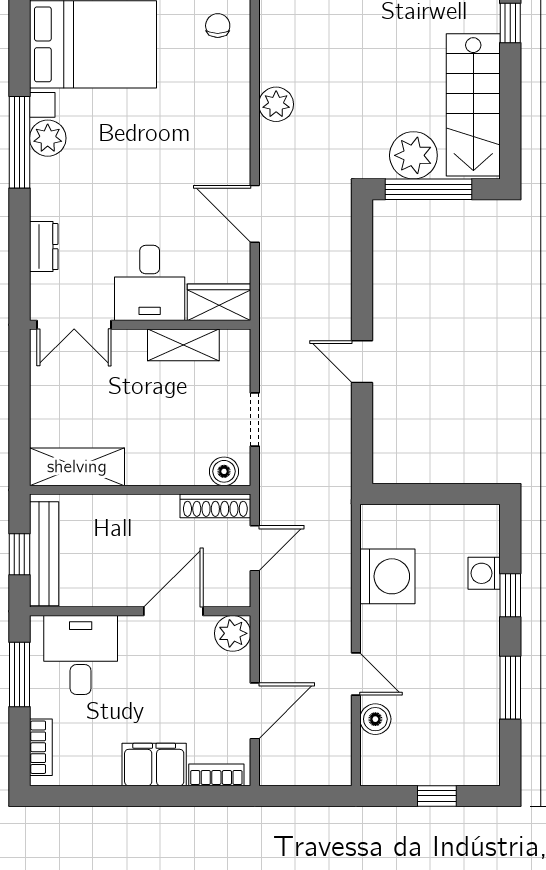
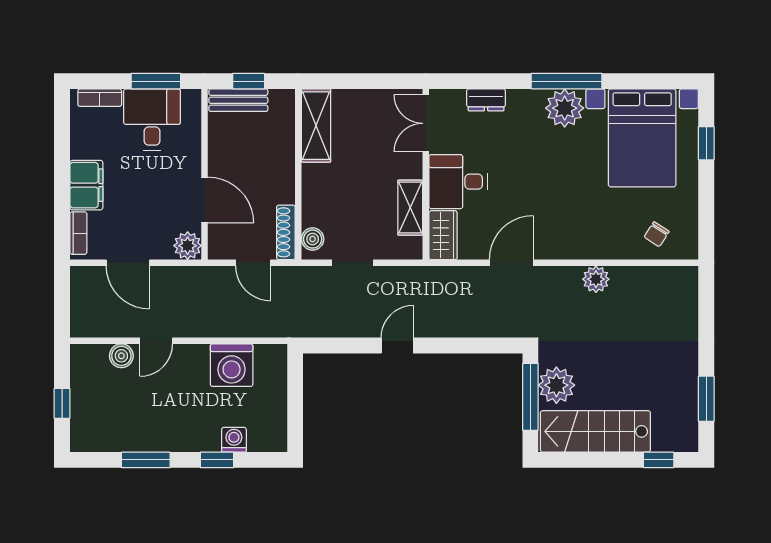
chair: (218, 26) -> (657, 234), turned 123
plant: (48, 138) -> (565, 108), width x1.36, depth x1.36
bench: (44, 554) -> (238, 100), width x0.73
desk: (81, 655) -> (152, 120), moved, turned -90

